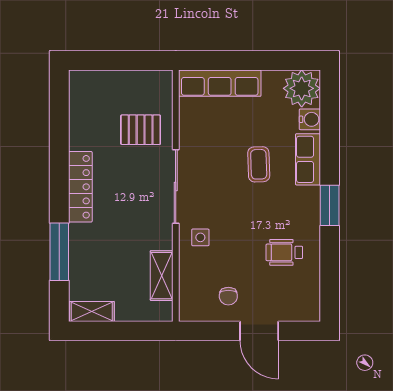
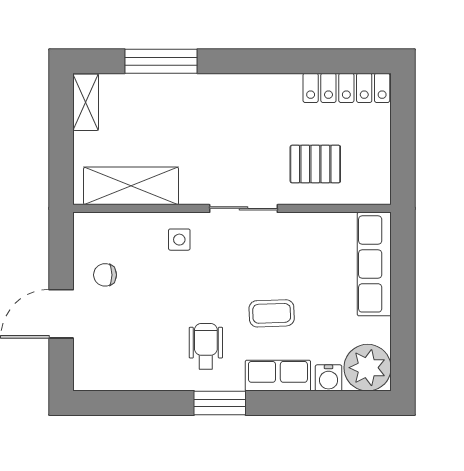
pallet: (141, 130) -> (315, 164), turned 90
locker: (80, 187) -> (346, 88), moved
sliding door: (176, 187) -> (244, 208), width x0.73
wheelchair: (284, 252) -> (206, 346), moved
shelving: (162, 276) -> (131, 186), width x1.50, depth x1.33

